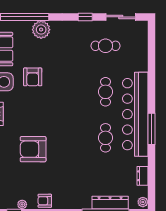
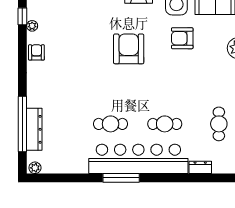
armchair: (33, 149) -> (129, 49), moved
dresser: (142, 176) -> (200, 167), moved

